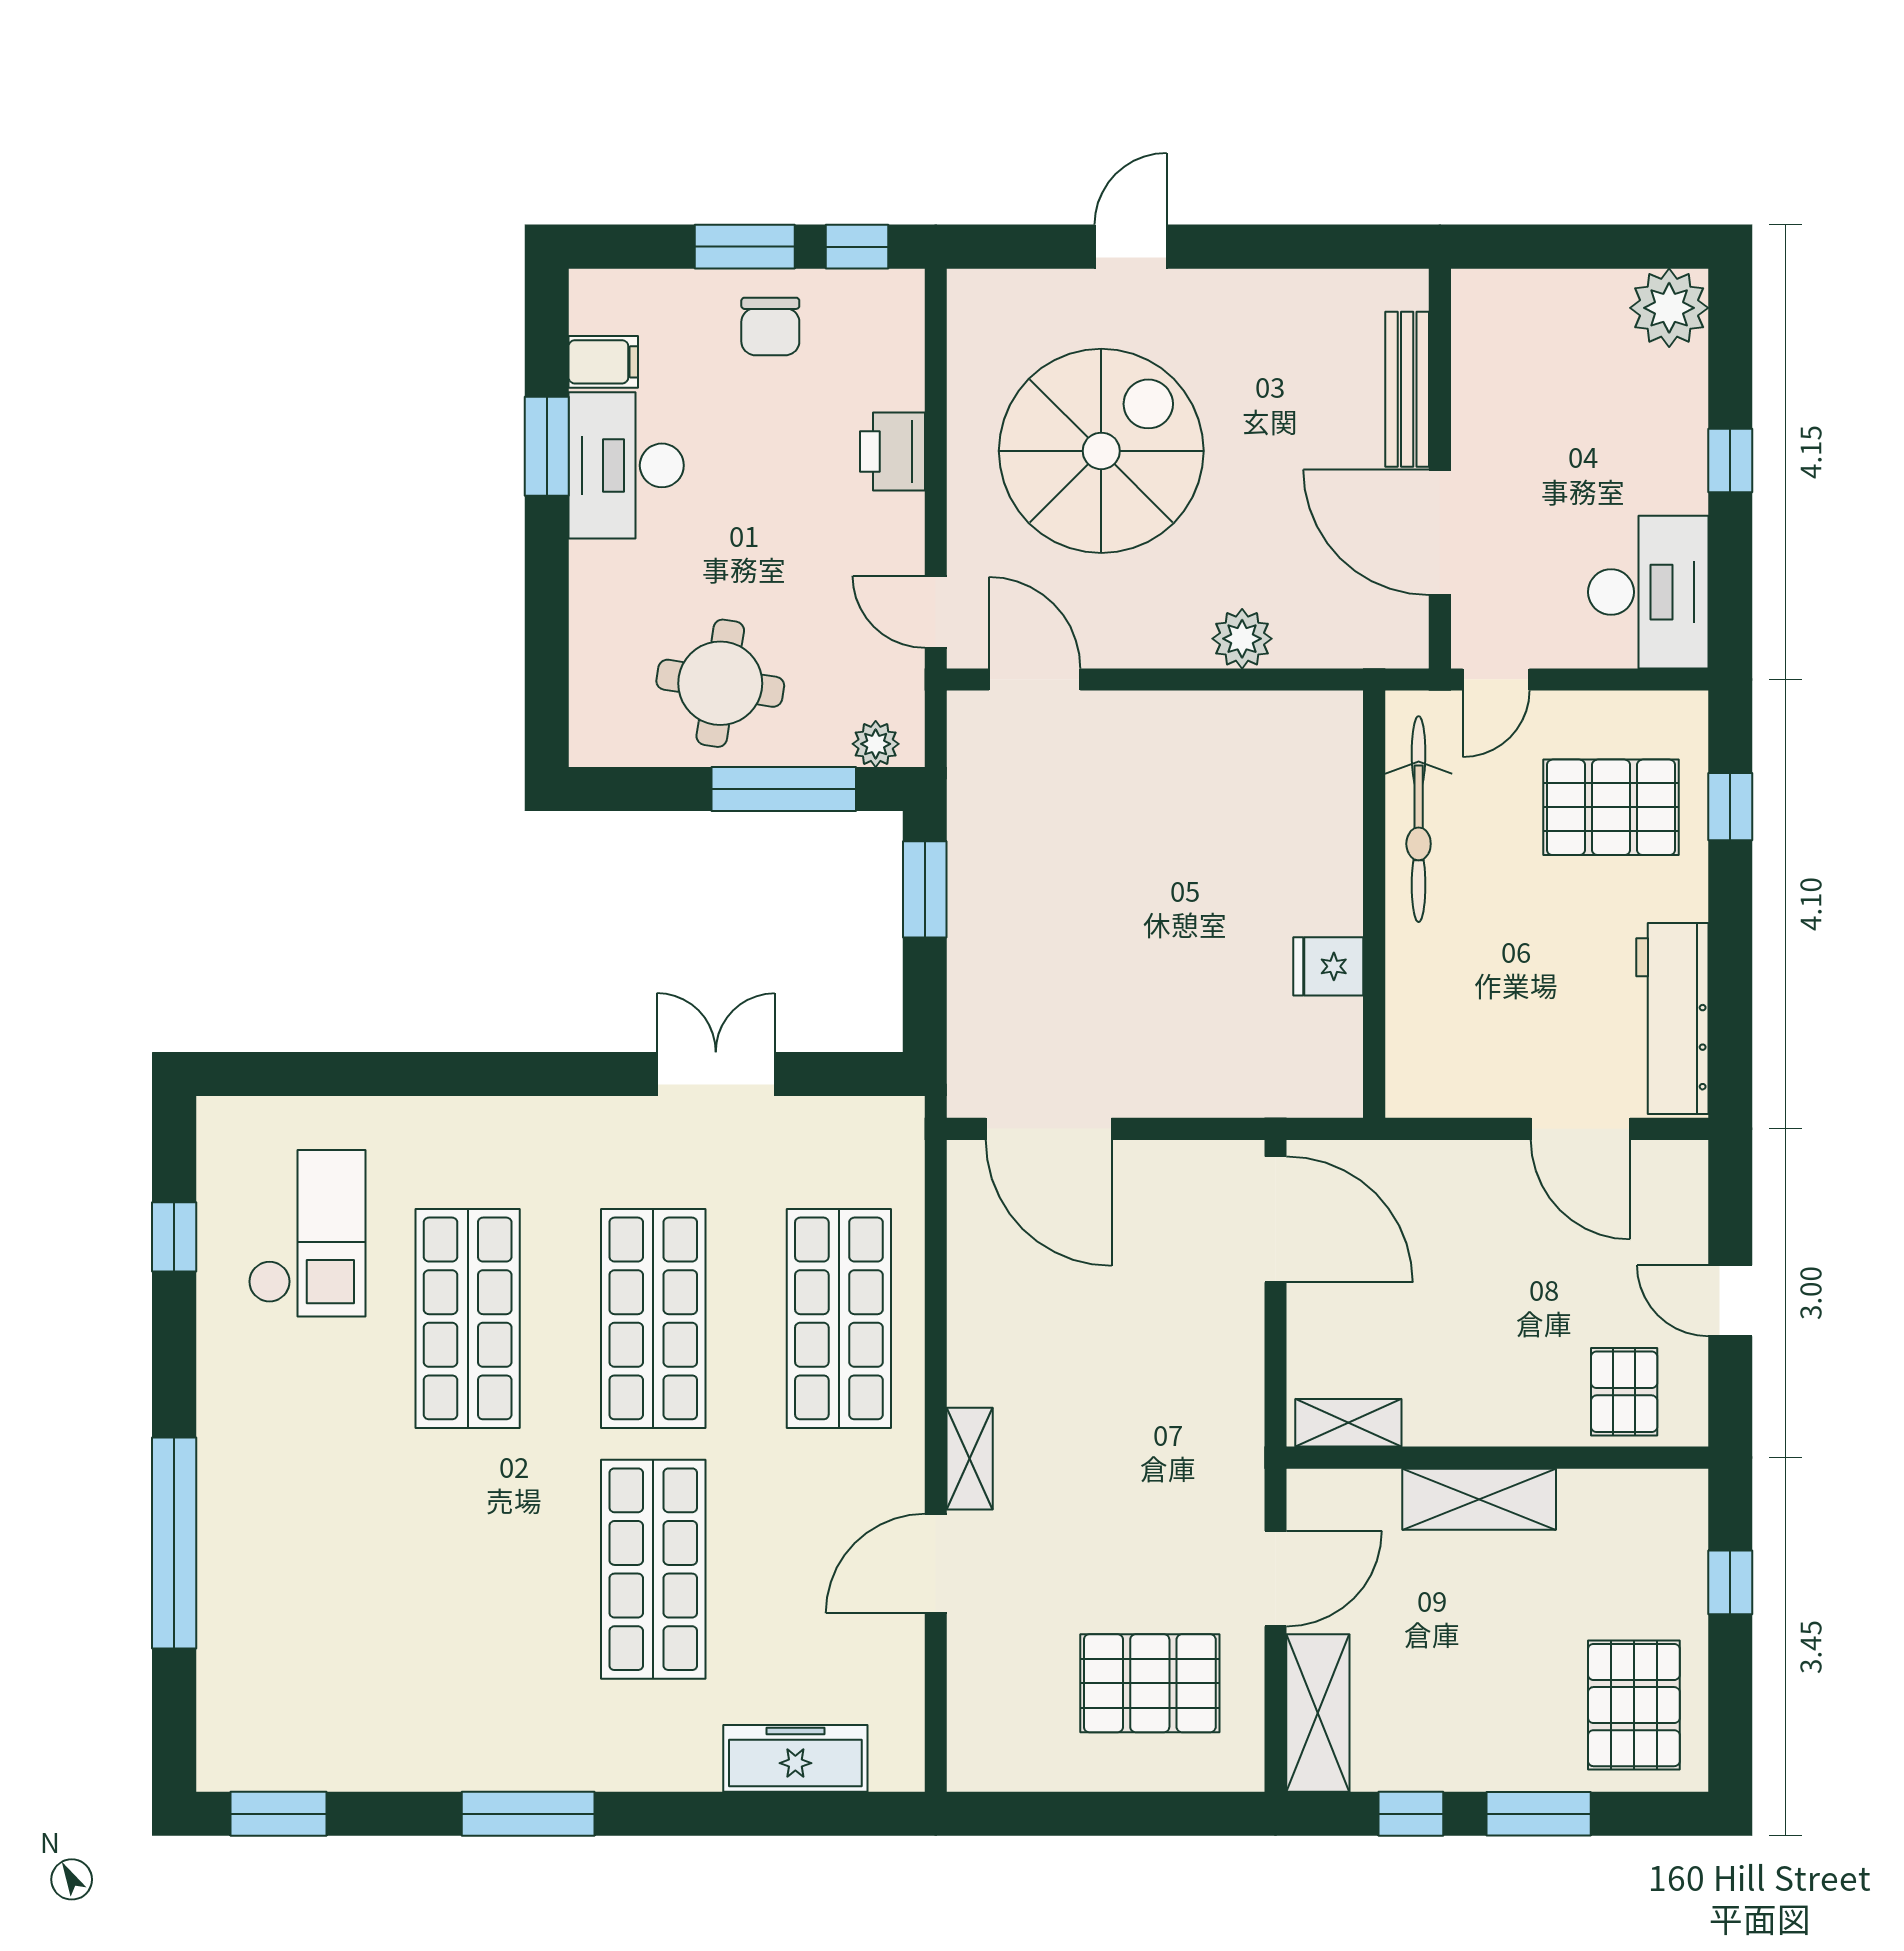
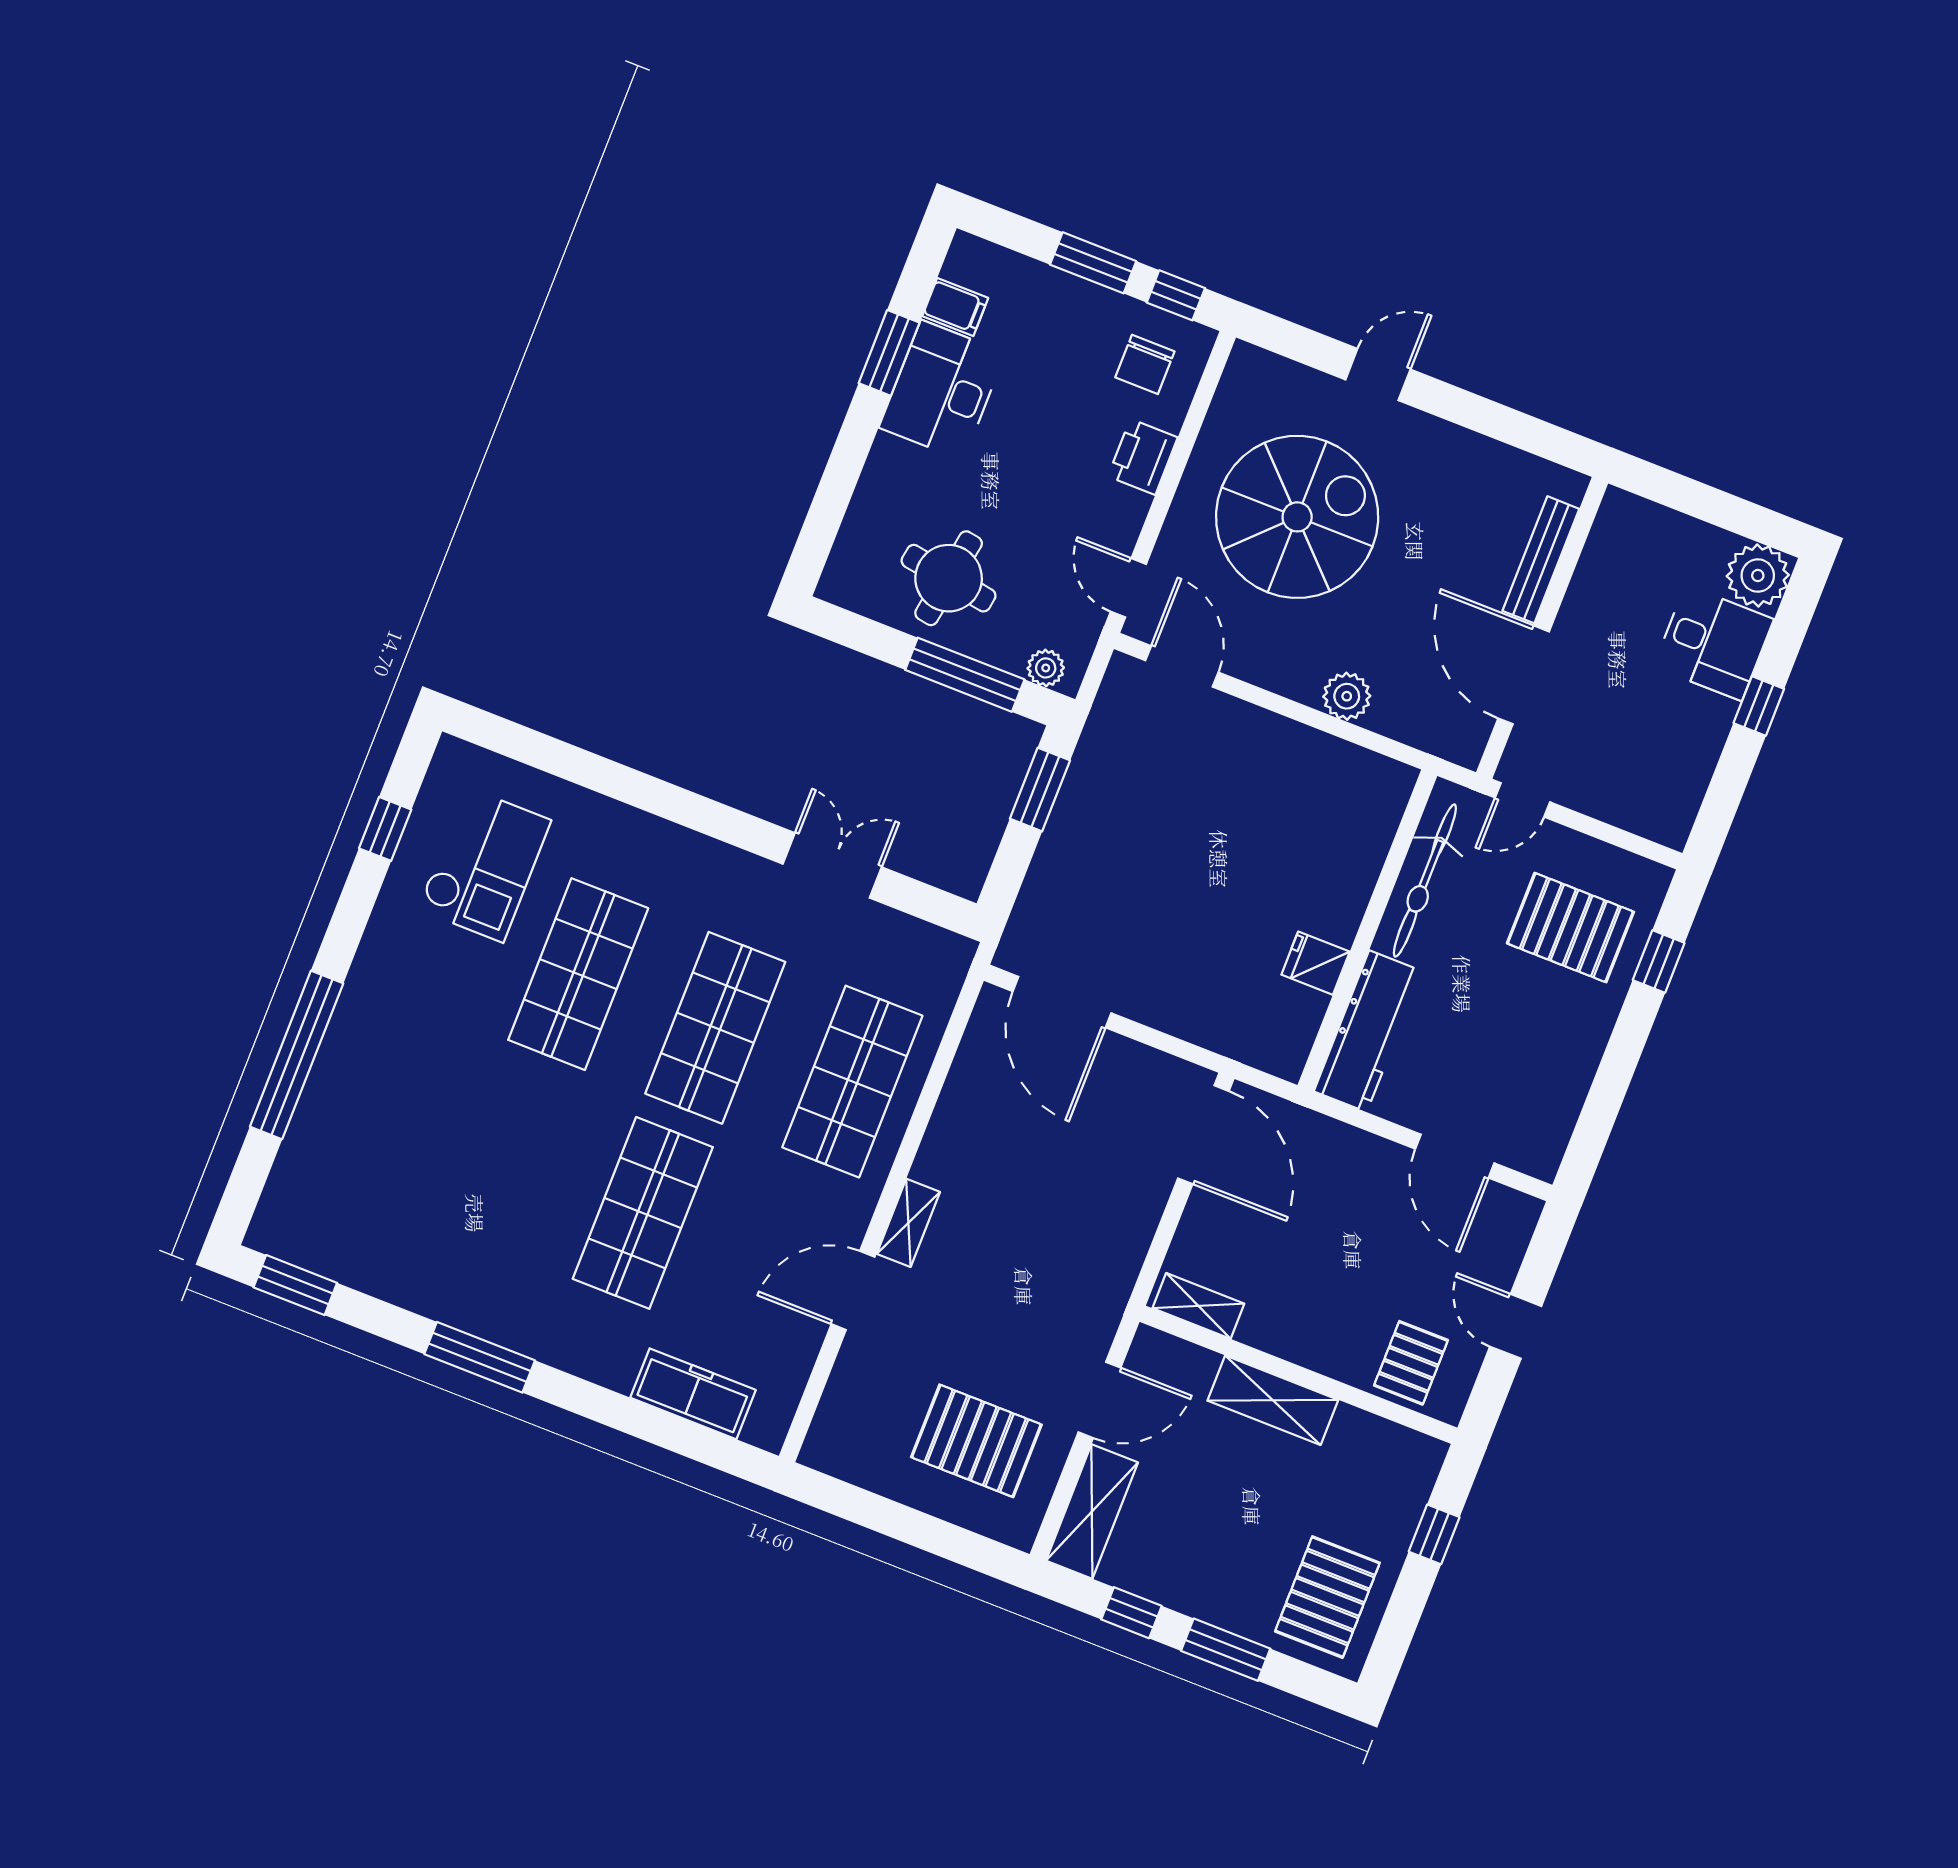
chair: (770, 327) -> (1145, 364), moved
desk: (1648, 592) -> (1714, 643), moved, width x0.73
workbench: (1672, 1018) -> (1368, 1031), moved, turned 180

